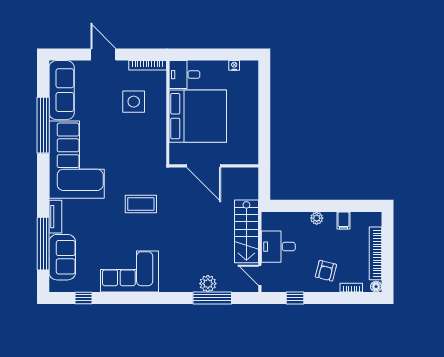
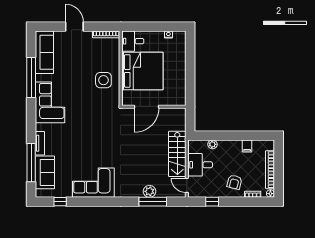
side table: (134, 102) -> (103, 80), moved
corner sofa: (77, 160) -> (50, 102), width x0.73, depth x0.74
door: (204, 166) -> (147, 107), hinge flipped
coffee table: (141, 204) -> (101, 134), removed
plant: (317, 218) -> (212, 144), moved

